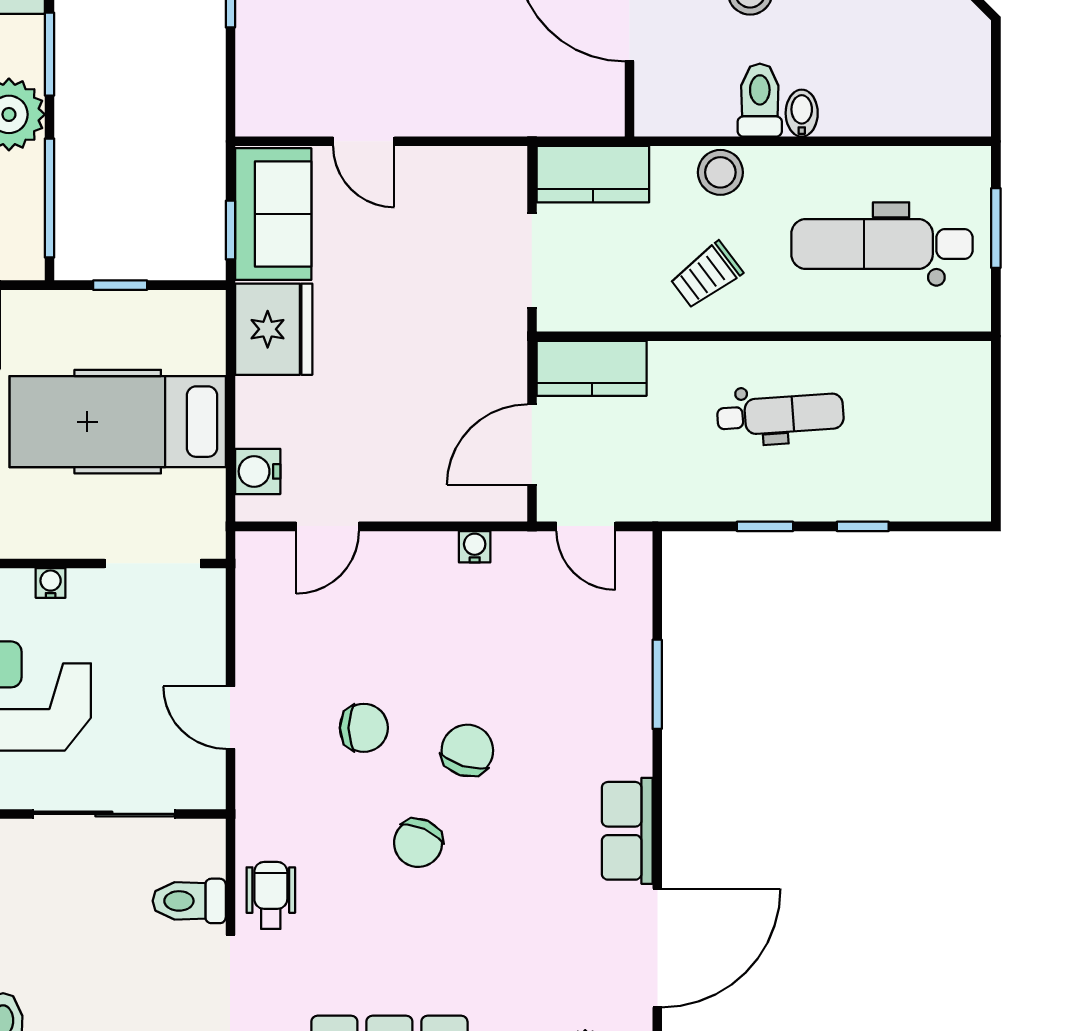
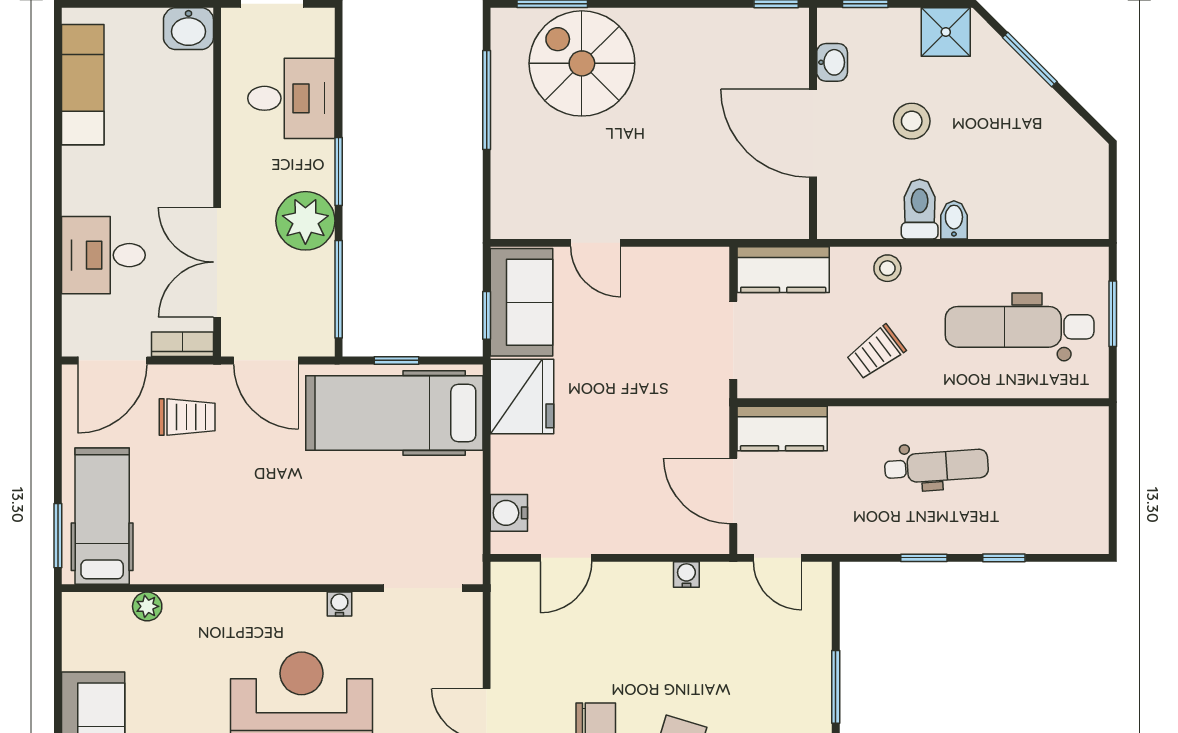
stool: (720, 172) -> (887, 268), width x0.73, depth x0.73
hospital bed: (118, 422) -> (394, 413), moved
door: (532, 445) -> (733, 491), hinge flipped

